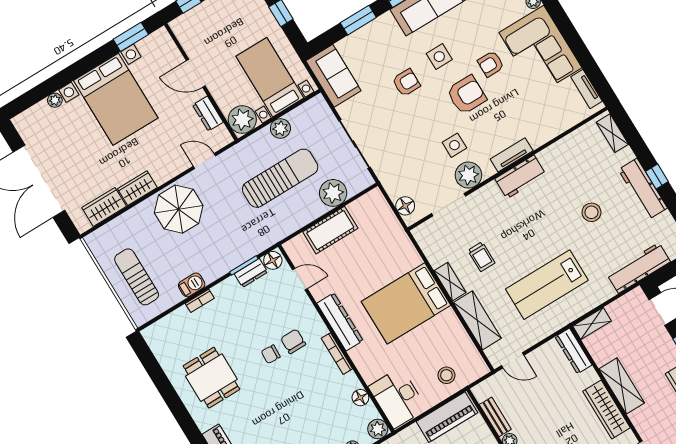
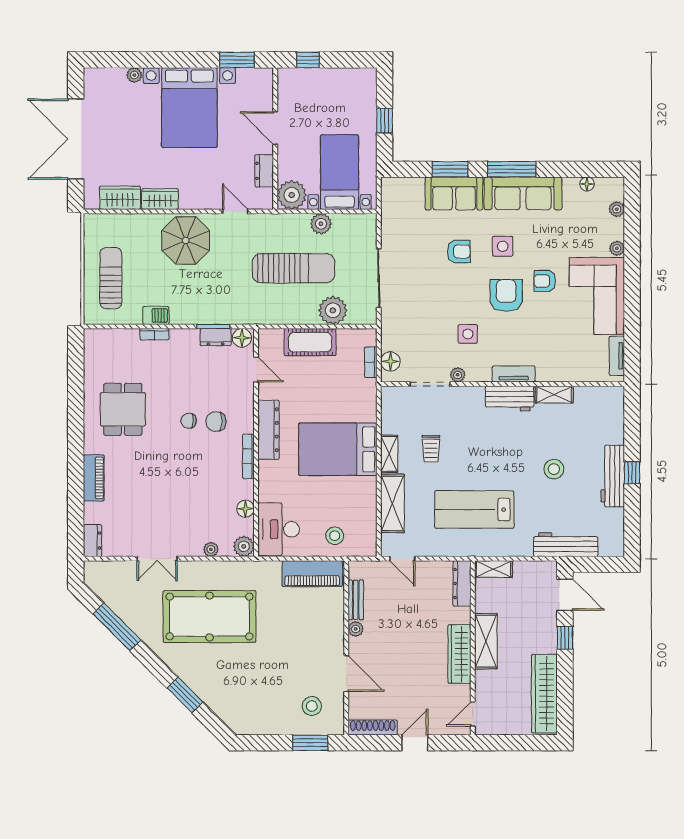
sofa: (333, 76) -> (454, 193), moved, turned 90
armchair: (467, 95) -> (506, 295), turned -90
shelving: (612, 133) -> (554, 395), moved, turned 90
plant: (468, 175) -> (458, 375), width x0.53, depth x0.53
bookcase: (390, 216) -> (371, 362), added
chair: (293, 341) -> (216, 422), turned -88

